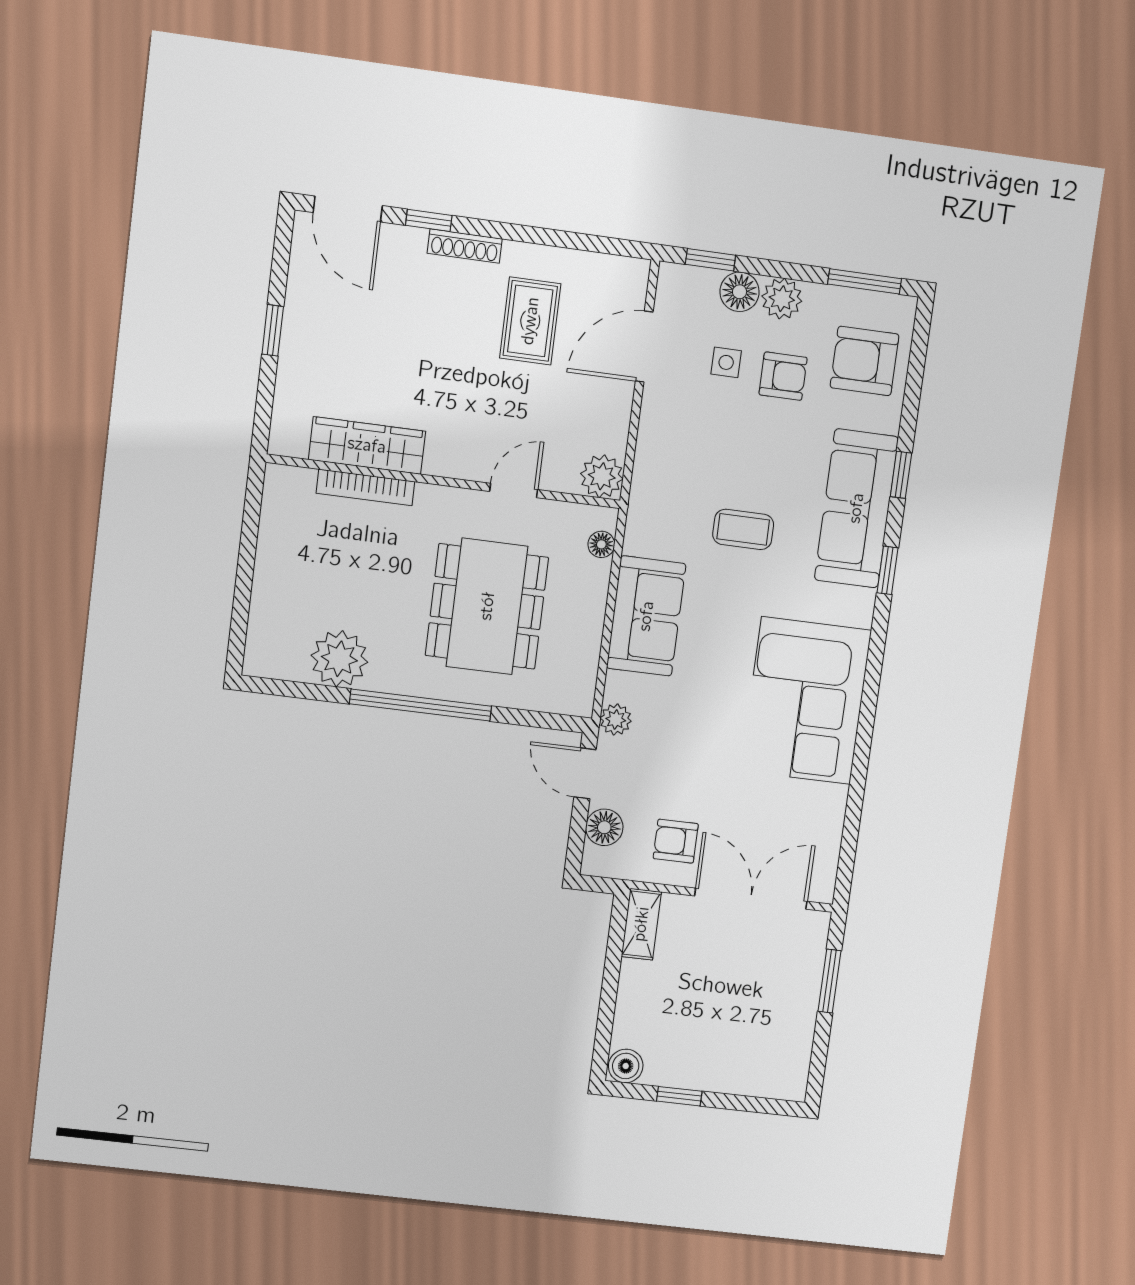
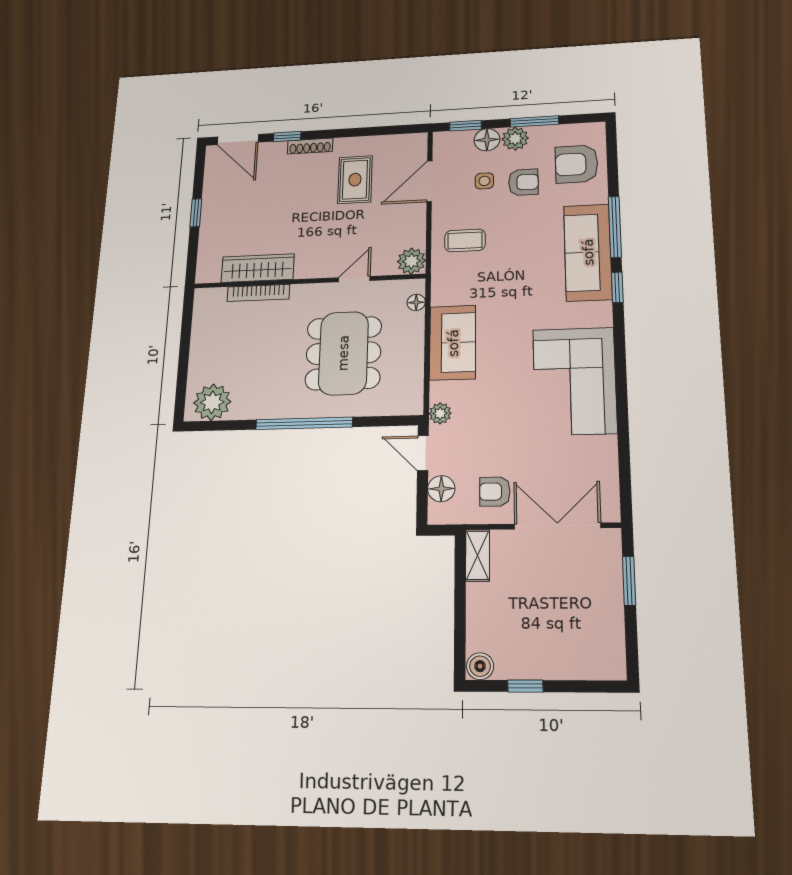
window: (865, 281) -> (534, 121), moved
window: (901, 475) -> (615, 227), width x2.17
coffee table: (743, 529) -> (465, 240), moved
plant: (339, 659) -> (212, 402), moved

